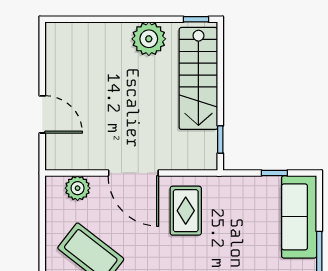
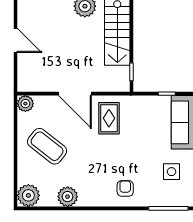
door: (42, 114) -> (15, 40), moved
plant: (78, 188) -> (25, 104), moved

